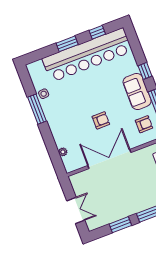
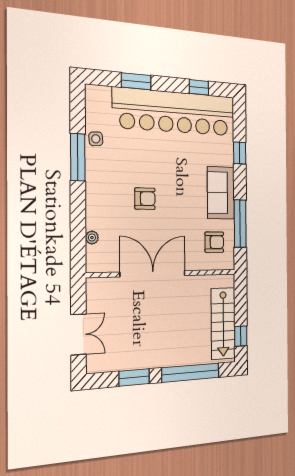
window: (67, 44) -> (136, 81), moved
window: (145, 71) -> (240, 153), moved
armchair: (101, 120) -> (145, 199), moved

